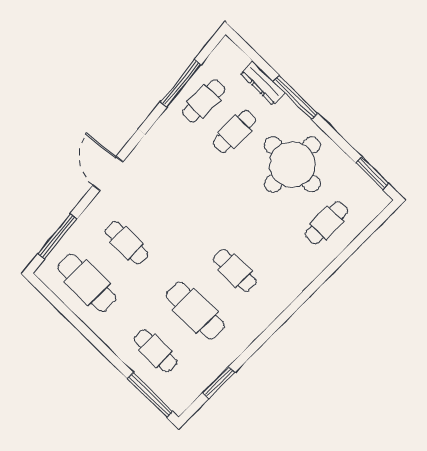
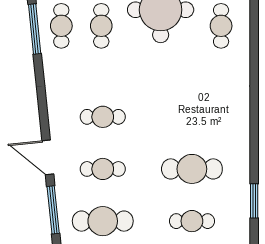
door: (108, 174) -> (48, 157), moved
cafe table: (235, 271) -> (103, 117), moved

